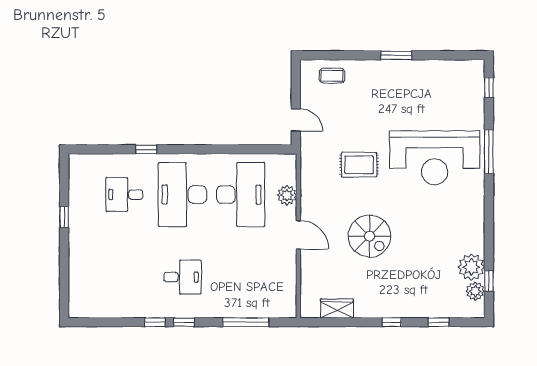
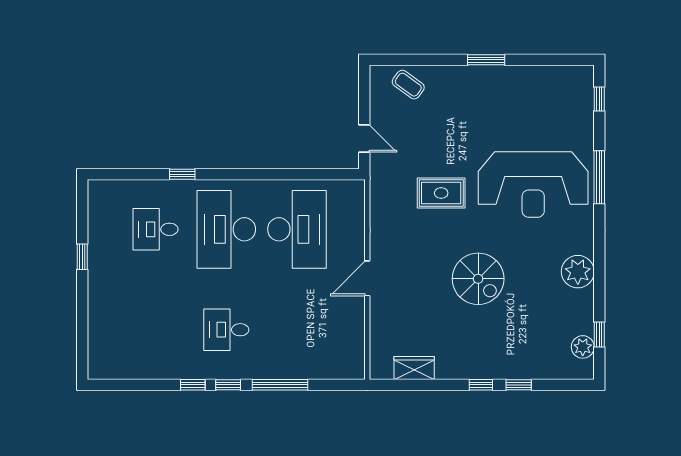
coffee table: (332, 76) -> (408, 85), turned 36
plant: (287, 195) -> (353, 230), removed
door: (298, 235) -> (367, 278), swing flipped
spiral stairs: (369, 236) -> (478, 279), moved
plant: (471, 267) -> (578, 272), moved
desk: (183, 277) -> (226, 330), turned 180
window: (246, 322) -> (280, 385), moved
window: (438, 322) -> (519, 385), moved

